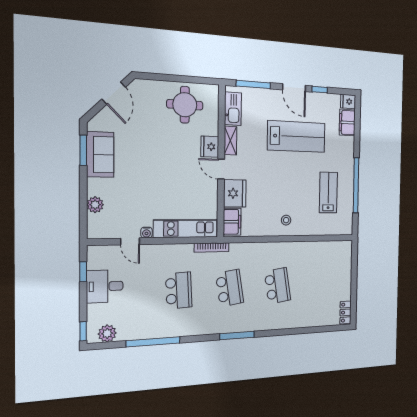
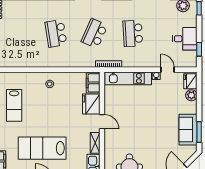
fridge: (210, 147) -> (190, 81), moved, turned 180
school desk: (230, 288) -> (94, 33), turned 33

